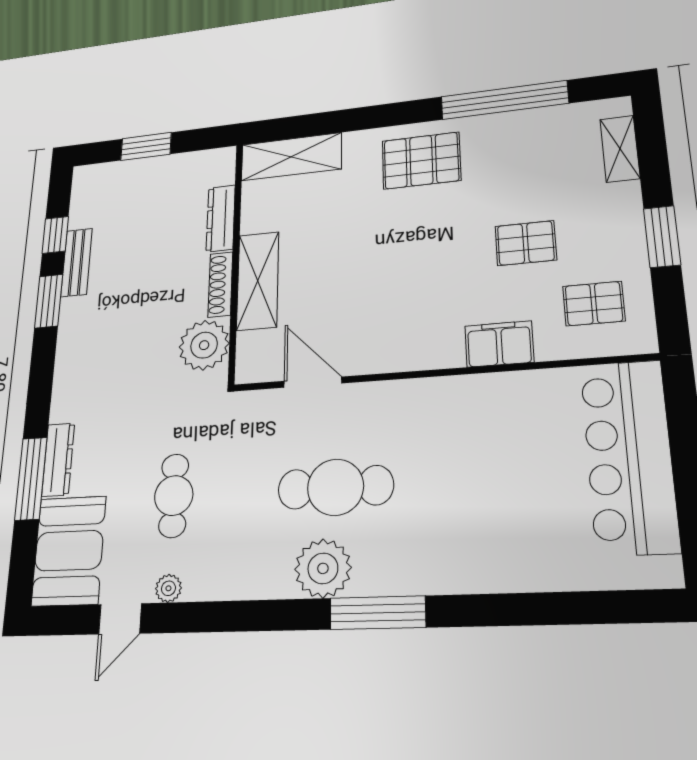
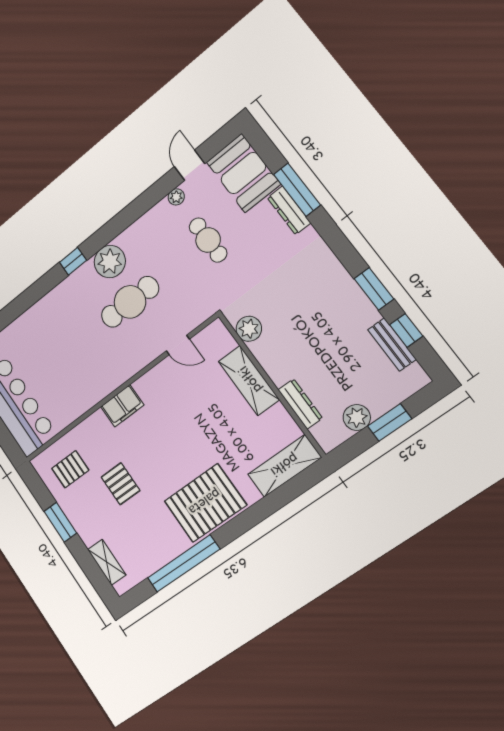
pallet: (421, 161) -> (205, 503), width x1.37, depth x1.41
plant: (174, 170) -> (357, 417), added
pallet: (526, 243) -> (121, 484), turned 90
bench: (77, 262) -> (392, 344), moved
shoe rack: (220, 284) -> (270, 365), removed
filing cabinet: (499, 344) -> (122, 406), moved
plant: (204, 345) -> (249, 329), width x0.73, depth x0.73
door: (313, 382) -> (178, 345), width x0.73
window: (378, 613) -> (73, 261), width x0.46

